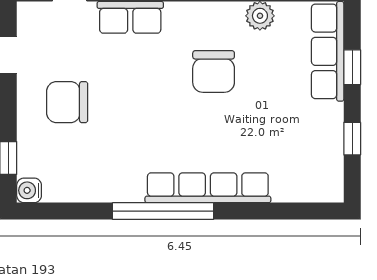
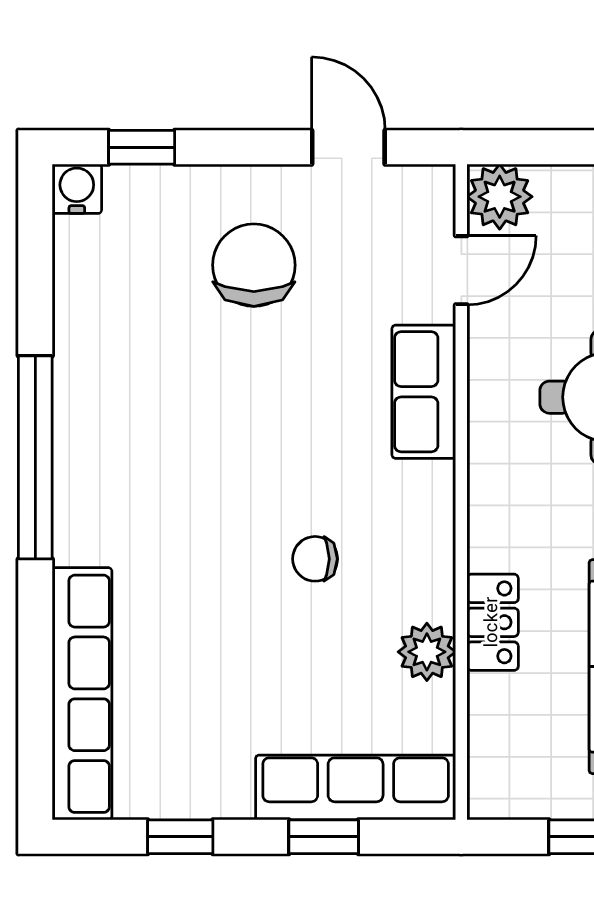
chair: (214, 72) -> (315, 559), width x0.54, depth x0.54
row of seats: (208, 188) -> (82, 694), moved

